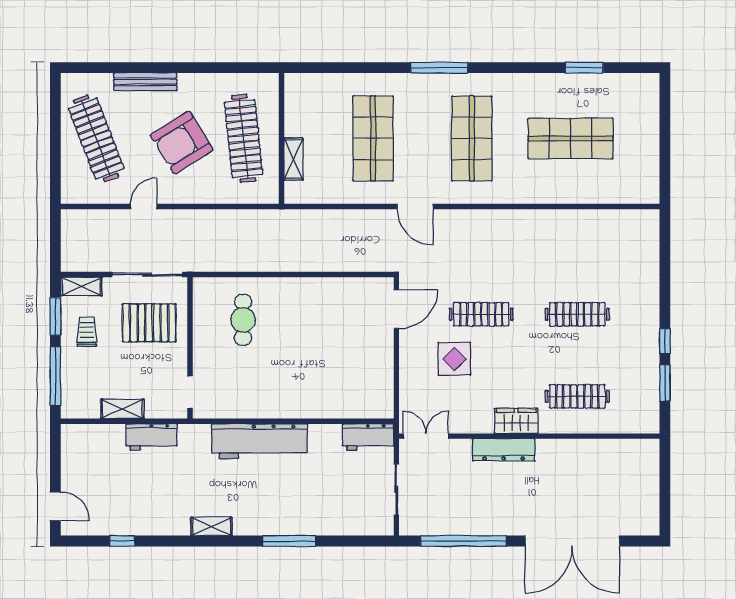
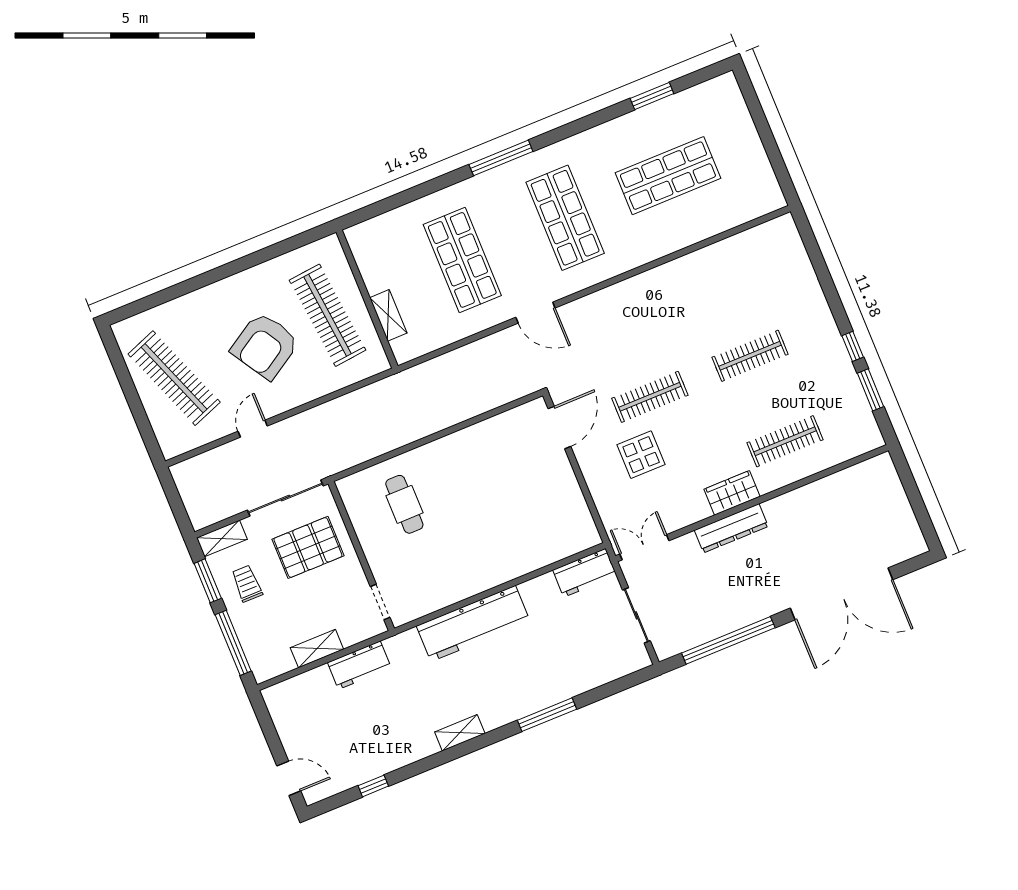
bench: (145, 82) -> (201, 298), removed

